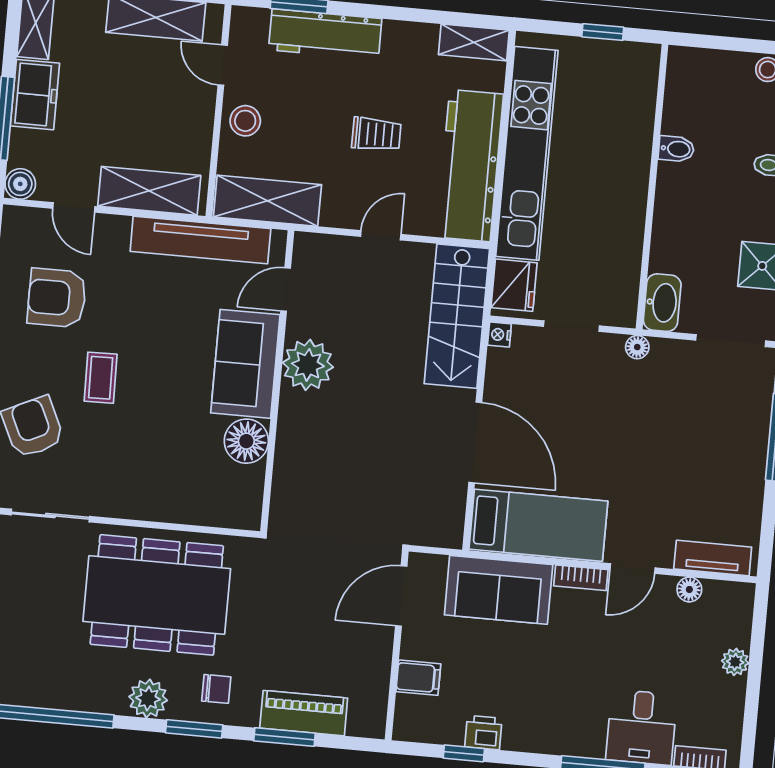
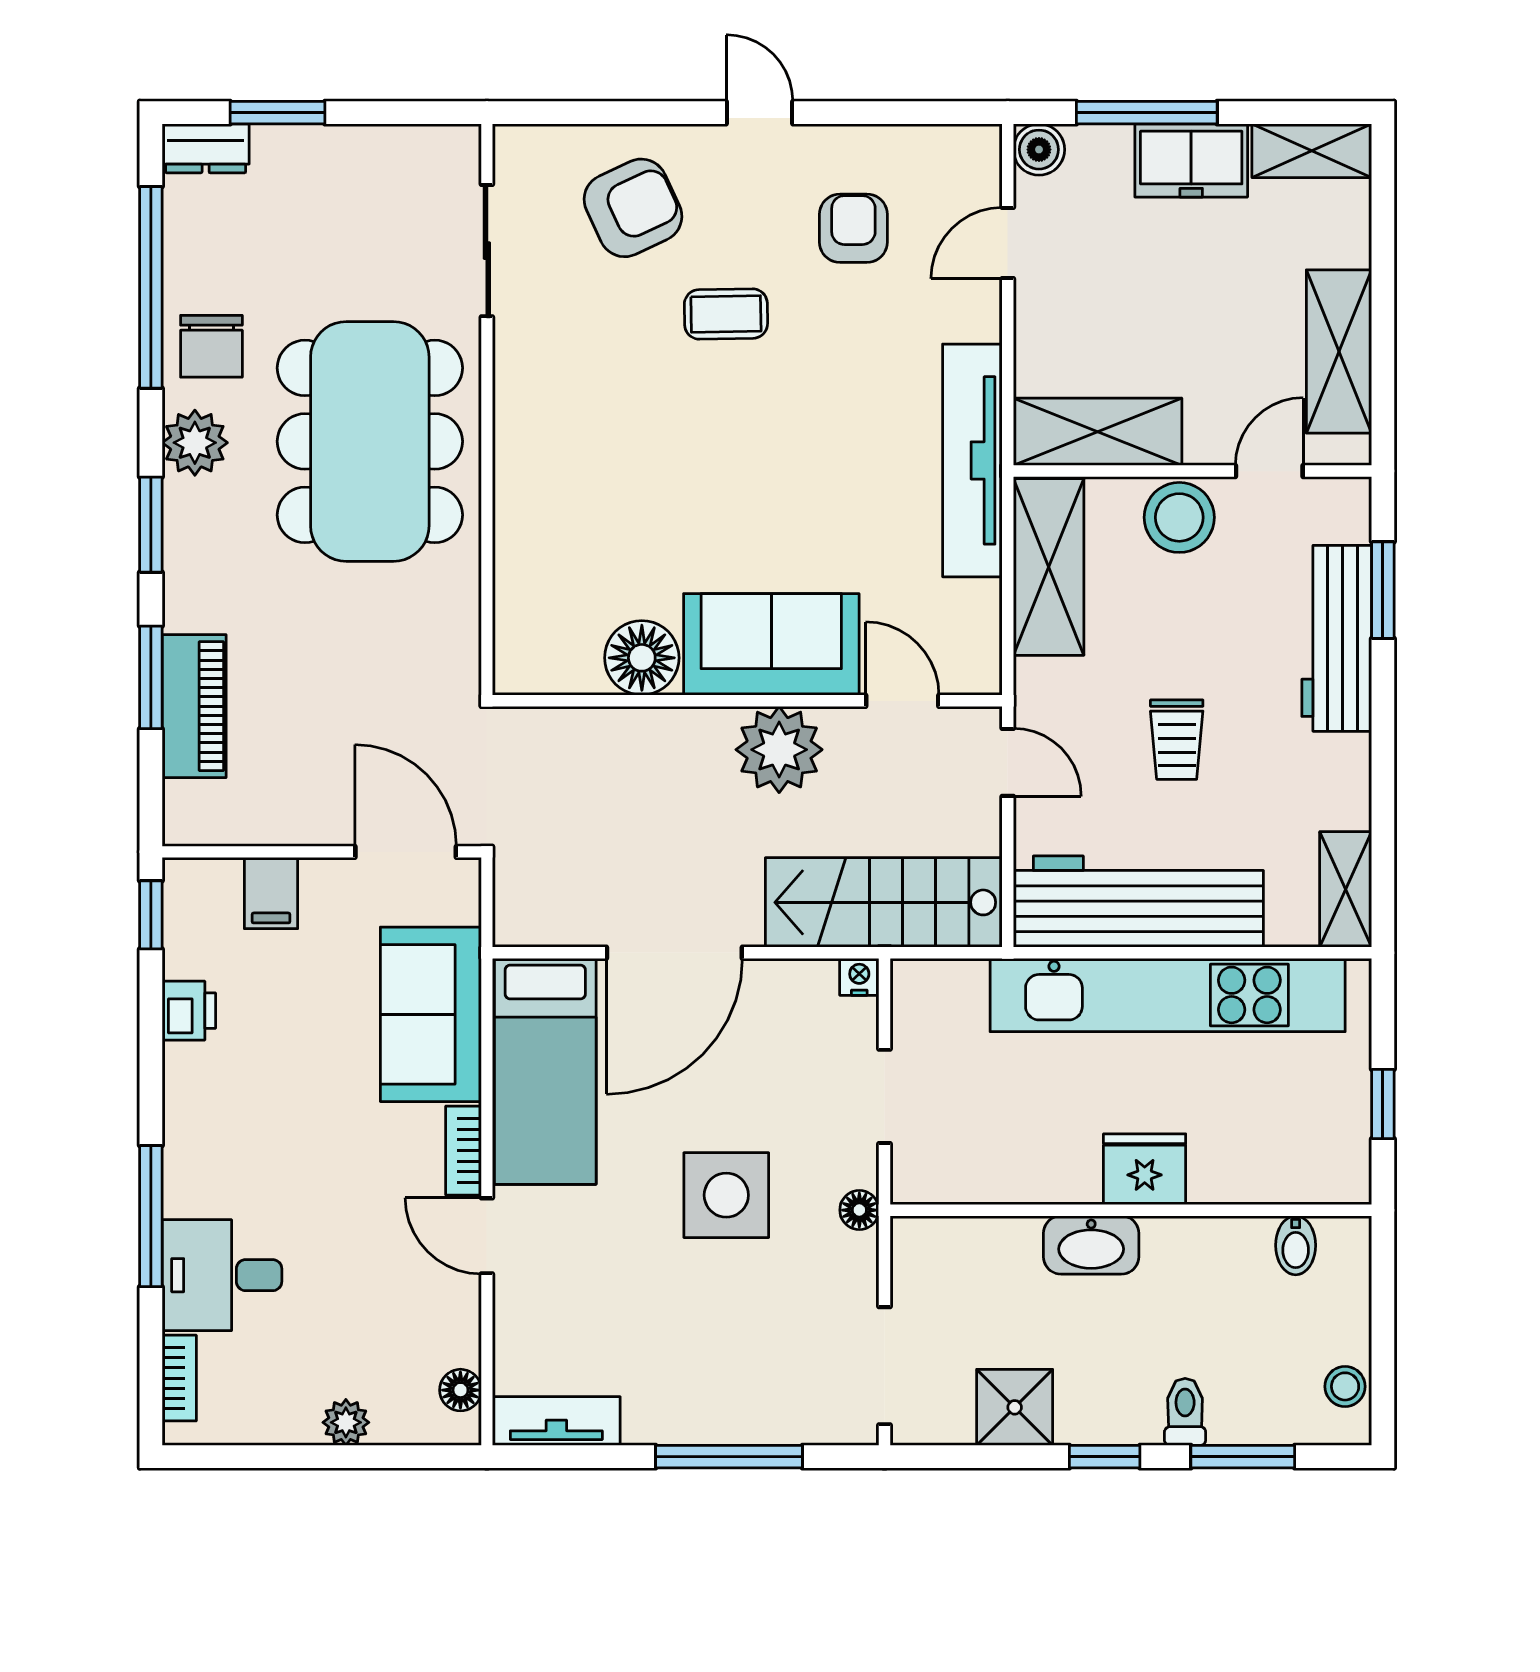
stool: (245, 121) -> (1179, 517), width x1.38, depth x1.38
bidet: (676, 149) -> (1296, 1245), moved
shelving: (149, 191) -> (1098, 432), moved, turned 90
fridge: (514, 285) -> (1145, 1169), moved, turned 180
door: (286, 289) -> (902, 701), moved
armchair: (57, 298) -> (853, 228), width x0.72, depth x0.72
washbasin: (662, 303) -> (1091, 1245), moved
sofa: (245, 364) -> (771, 644), moved
plant: (308, 365) -> (779, 750), moved
wall: (277, 381) -> (747, 701), moved
side table: (621, 425) -> (726, 1195), added
floor lamp: (246, 441) -> (642, 658), moved
tv unit: (713, 558) -> (556, 1421), moved, turned -90
floor lamp: (689, 589) -> (460, 1390), moved
chair: (216, 689) -> (211, 346), moved, width x1.37, depth x1.37
window: (464, 753) -> (151, 915), moved

